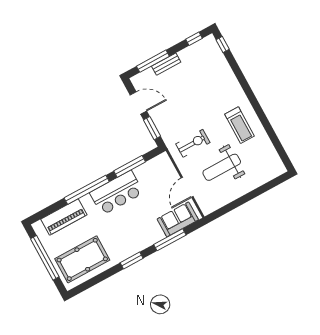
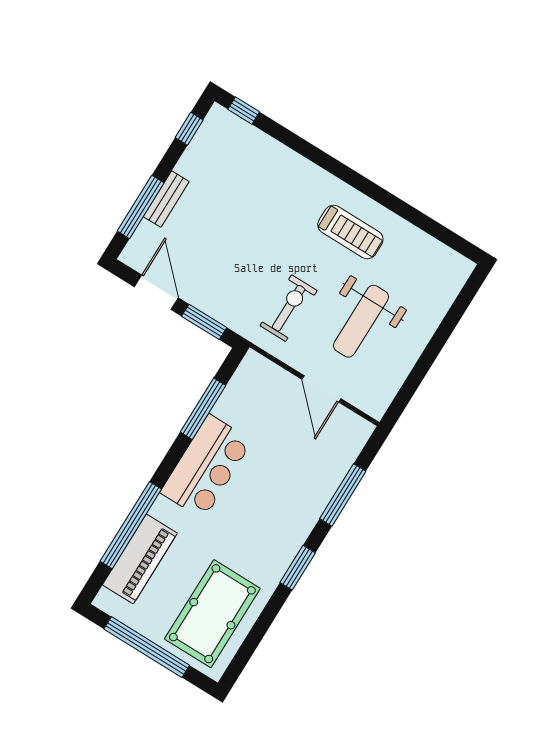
door: (138, 103) -> (156, 292), hinge flipped
window: (87, 190) -> (131, 525), moved
sofa: (178, 219) -> (336, 453), removed

